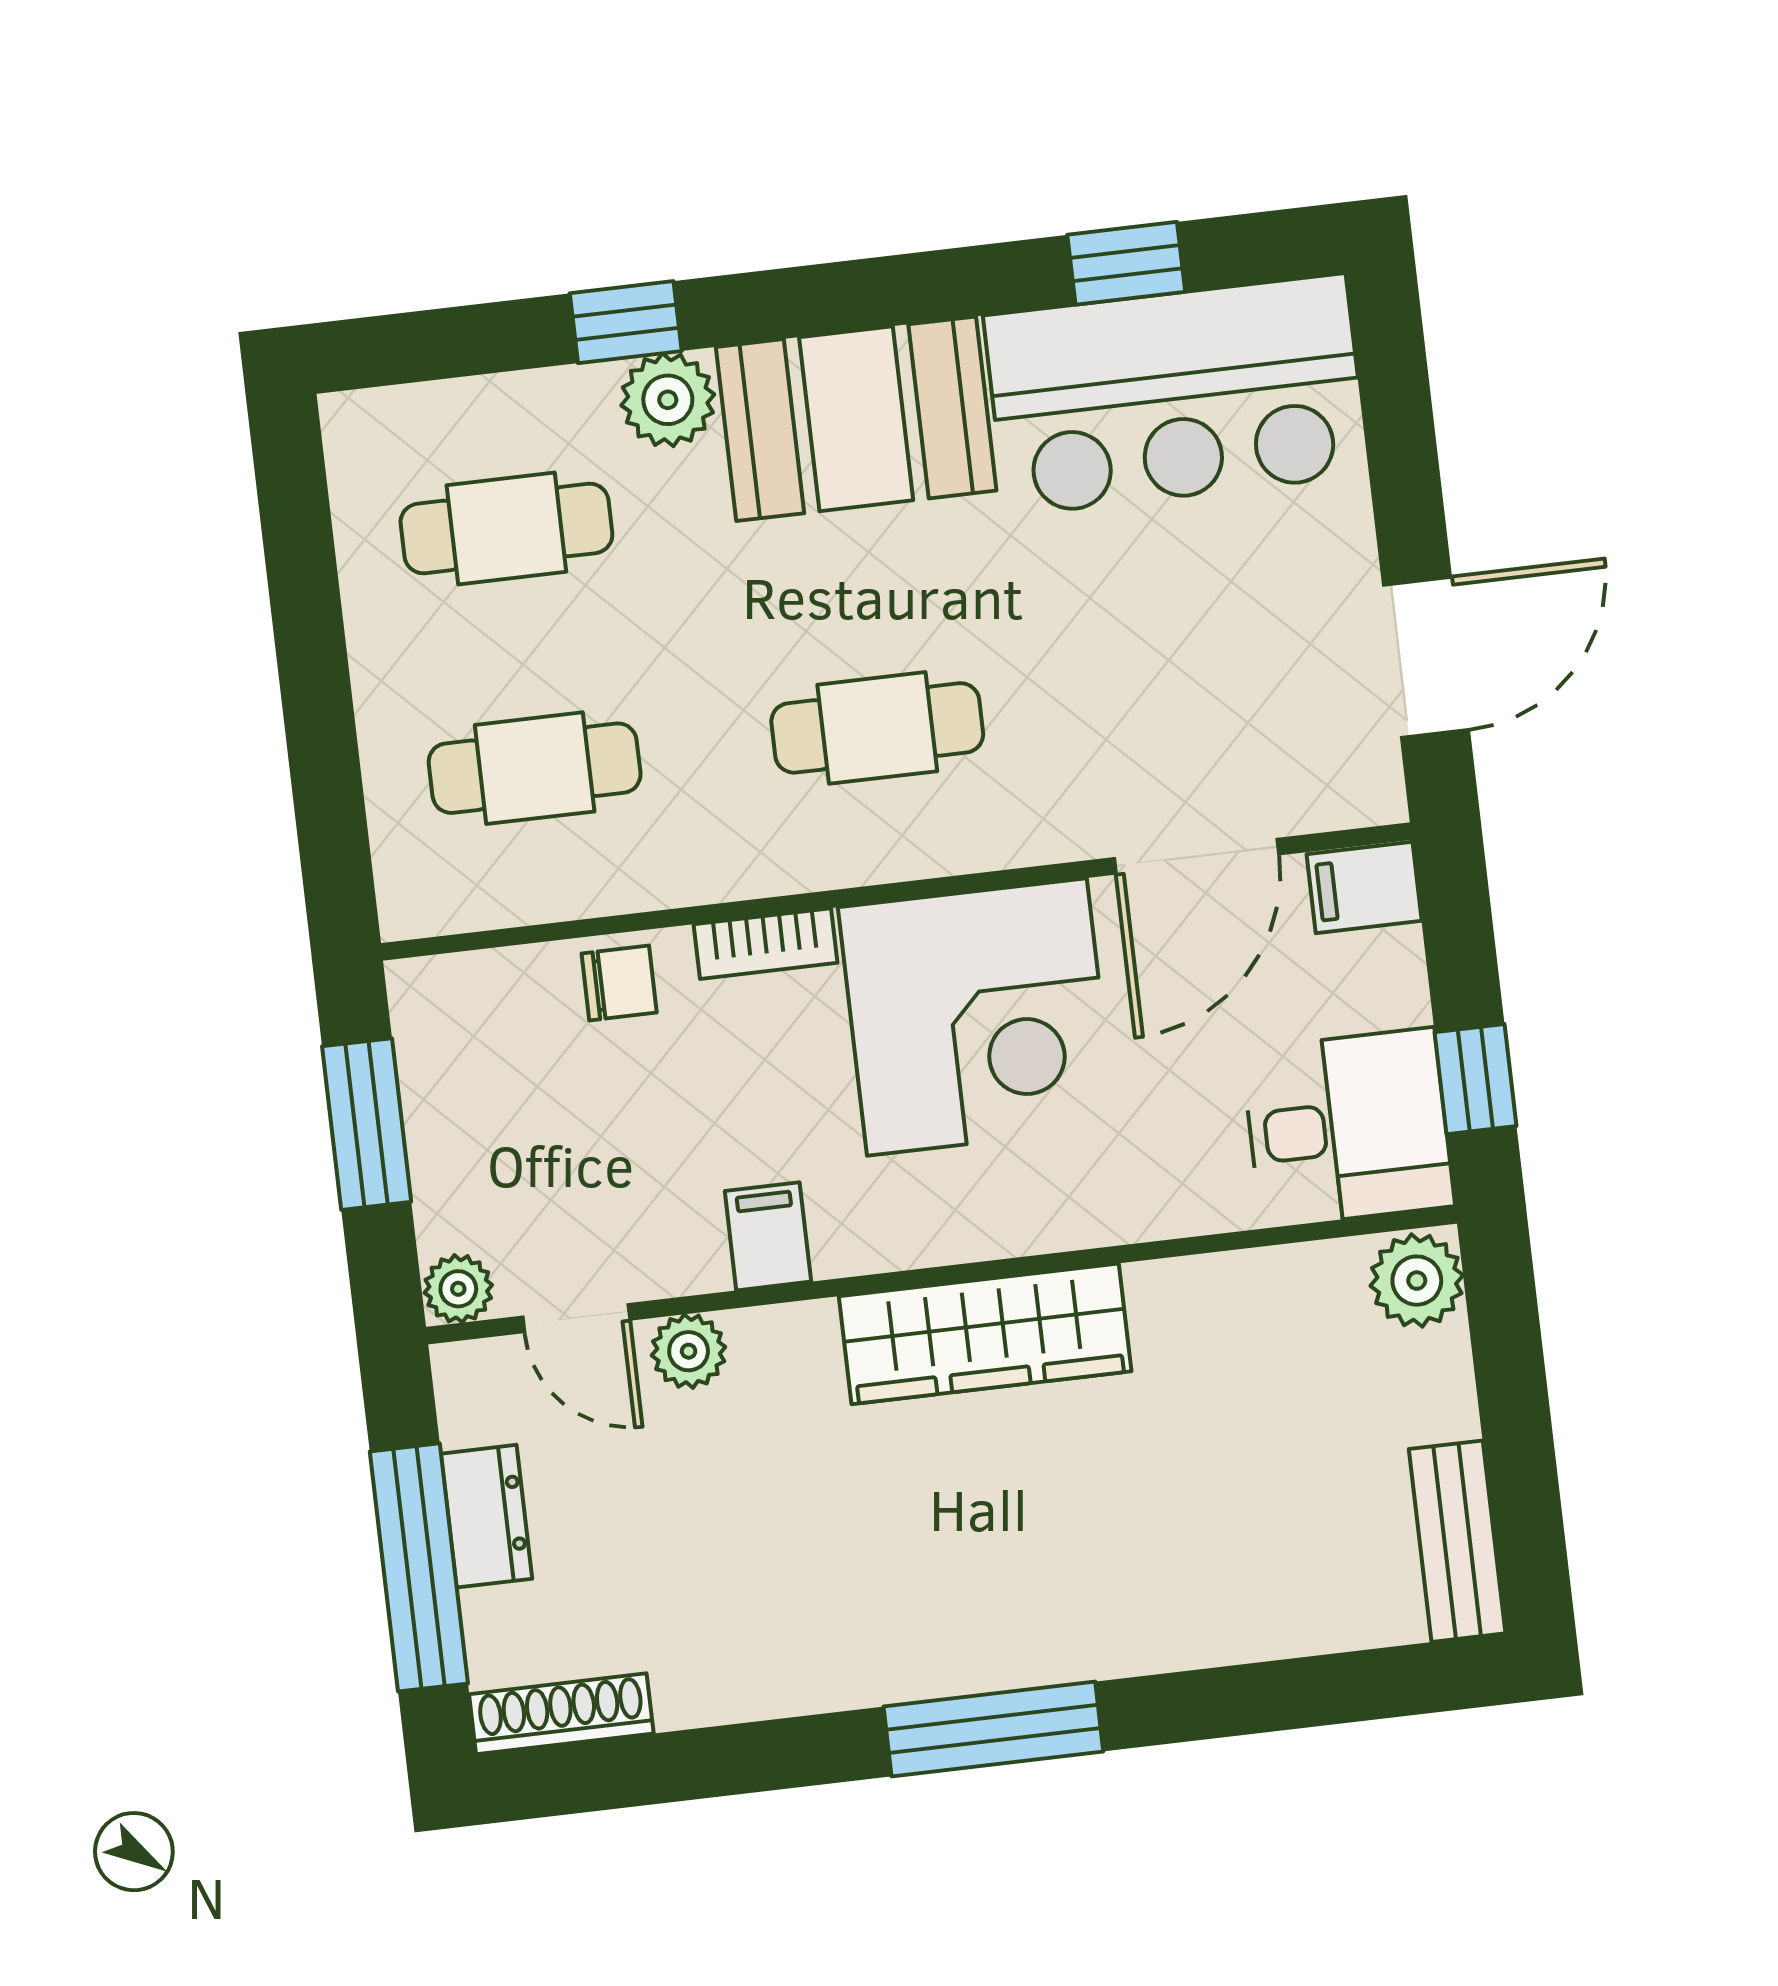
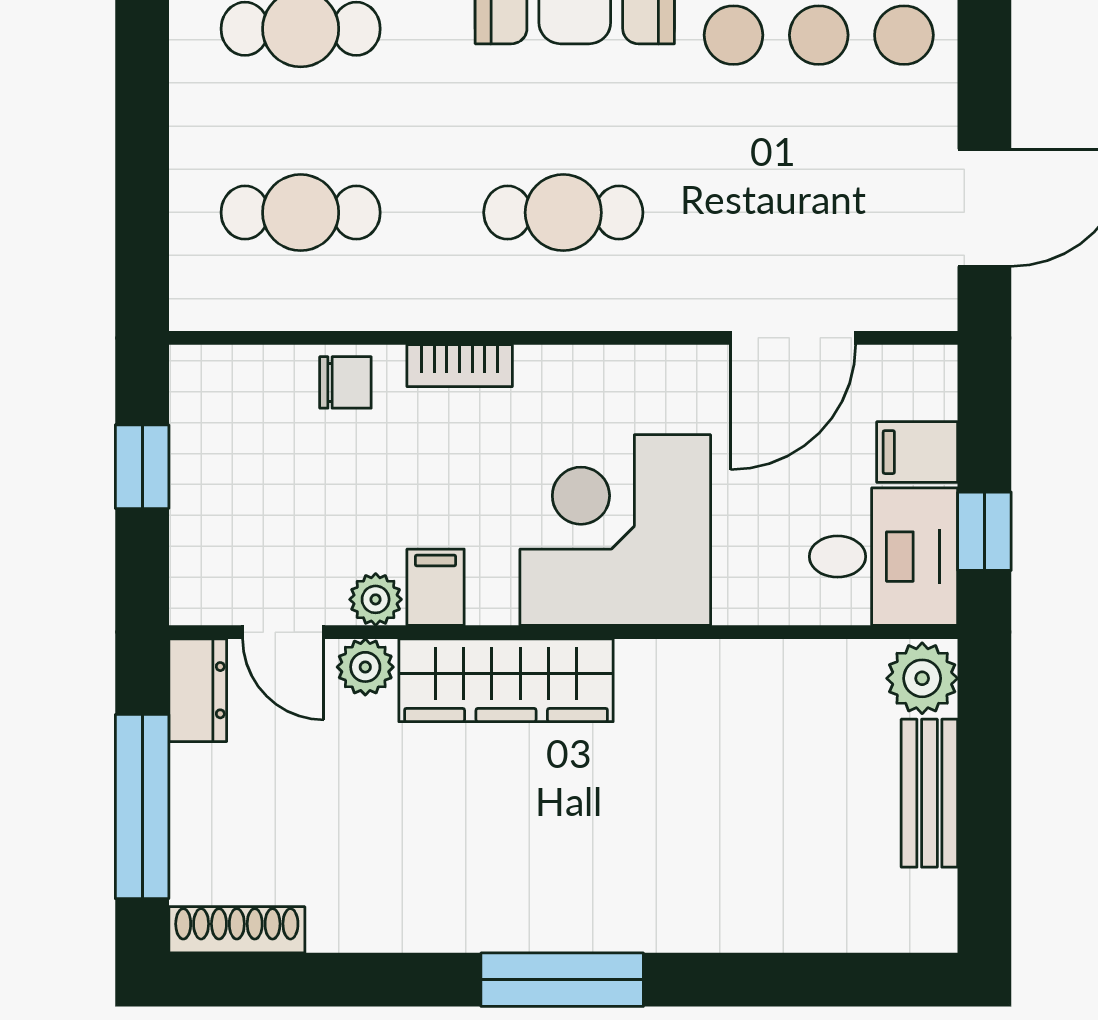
filing cabinet: (1364, 887) -> (917, 452), moved
corner desk: (977, 1017) -> (615, 530), moved, turned 180
window: (367, 1124) -> (142, 467), width x0.67
plant: (458, 1289) -> (376, 599), moved
wardrobe: (985, 1334) -> (506, 680), moved
dresser: (486, 1516) -> (198, 690), moved
bench: (1457, 1541) -> (929, 793), moved

